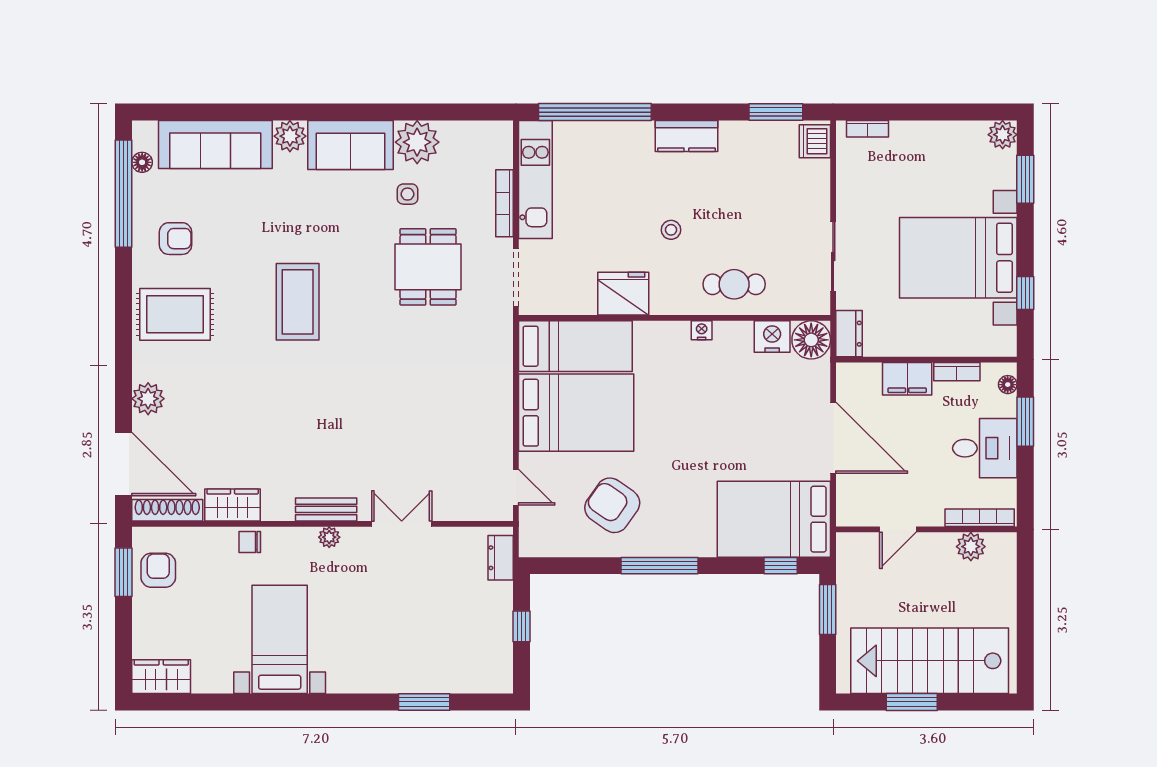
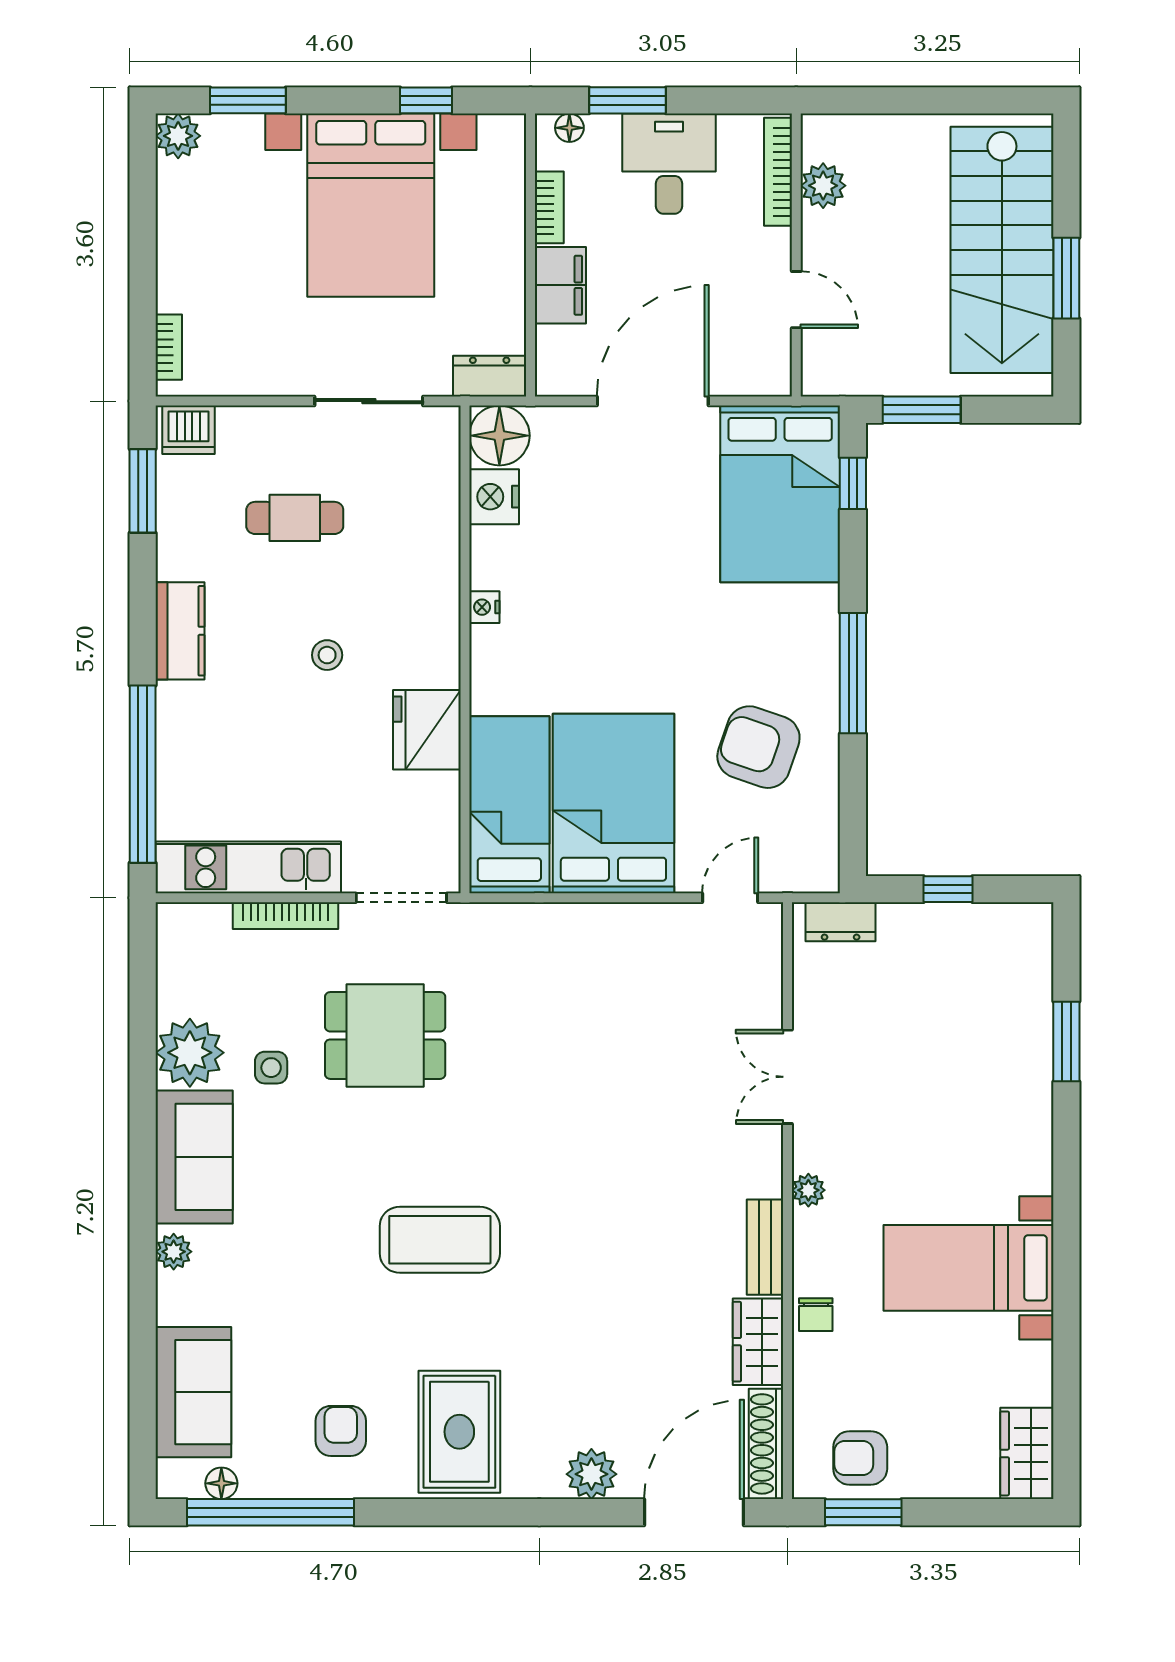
plant: (290, 136) -> (174, 1252), width x0.73, depth x0.73
sofa: (215, 144) -> (193, 1392), width x0.73
cafe table: (734, 284) -> (295, 518), moved, turned 90
armchair: (612, 505) -> (758, 747), turned 74
bench: (326, 509) -> (765, 1247), moved

